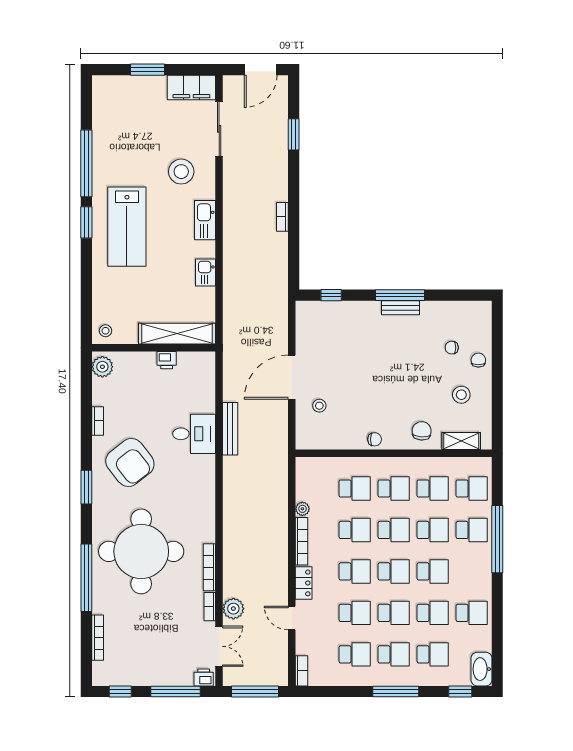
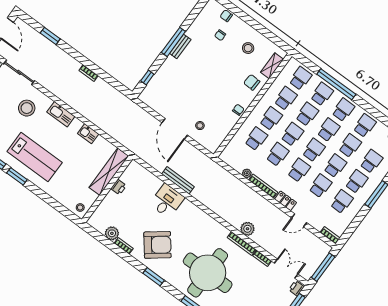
chair: (478, 360) -> (226, 16), moved
plant: (102, 367) -> (112, 233), moved
school desk: (472, 571) -> (343, 110), added
plant: (233, 609) -> (247, 229), moved

